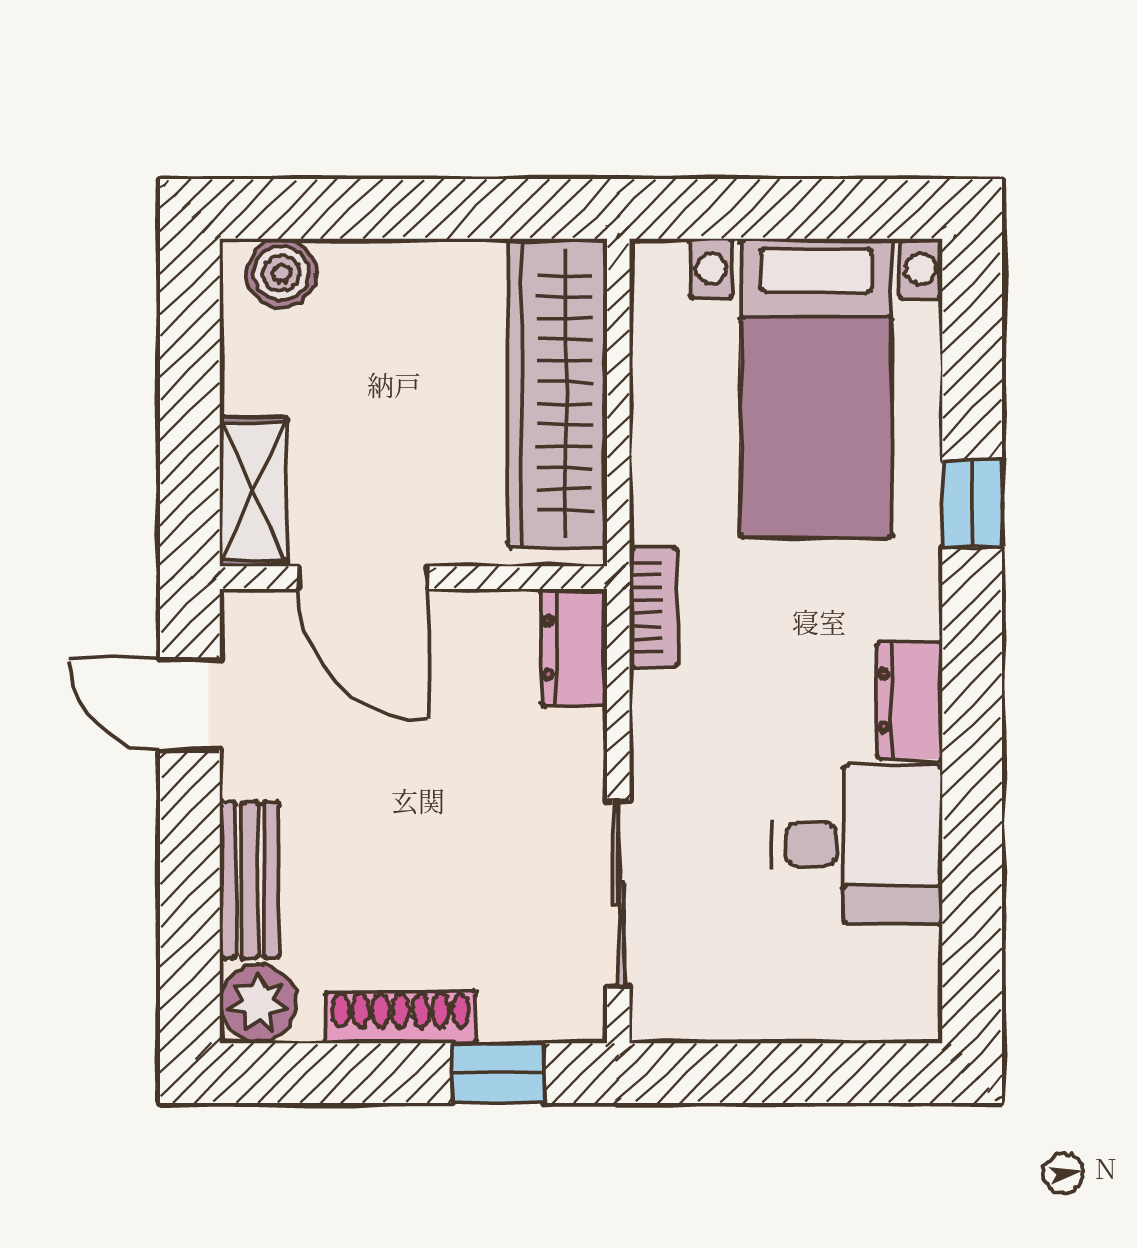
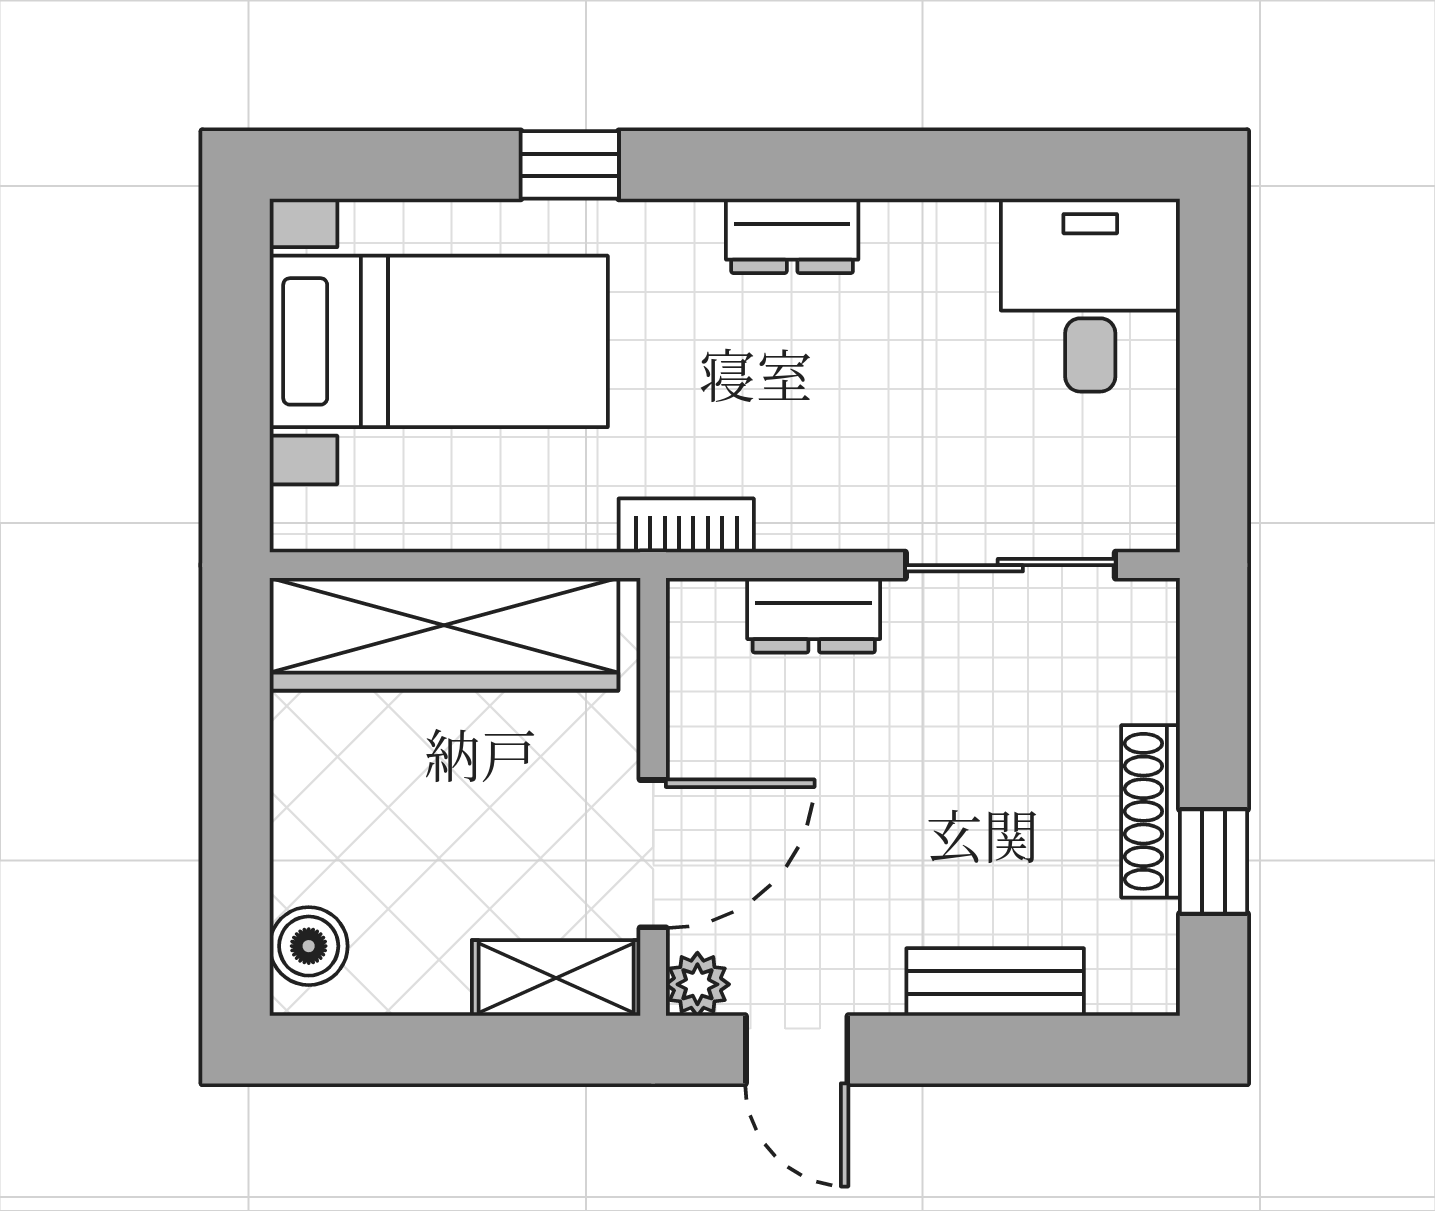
dresser: (574, 648) -> (814, 615), moved
door: (190, 705) -> (797, 1050), hinge flipped
desk: (857, 844) -> (1090, 295), moved
plant: (258, 1003) -> (697, 984), moved, width x0.73, depth x0.73
window: (498, 1073) -> (1213, 862), moved

